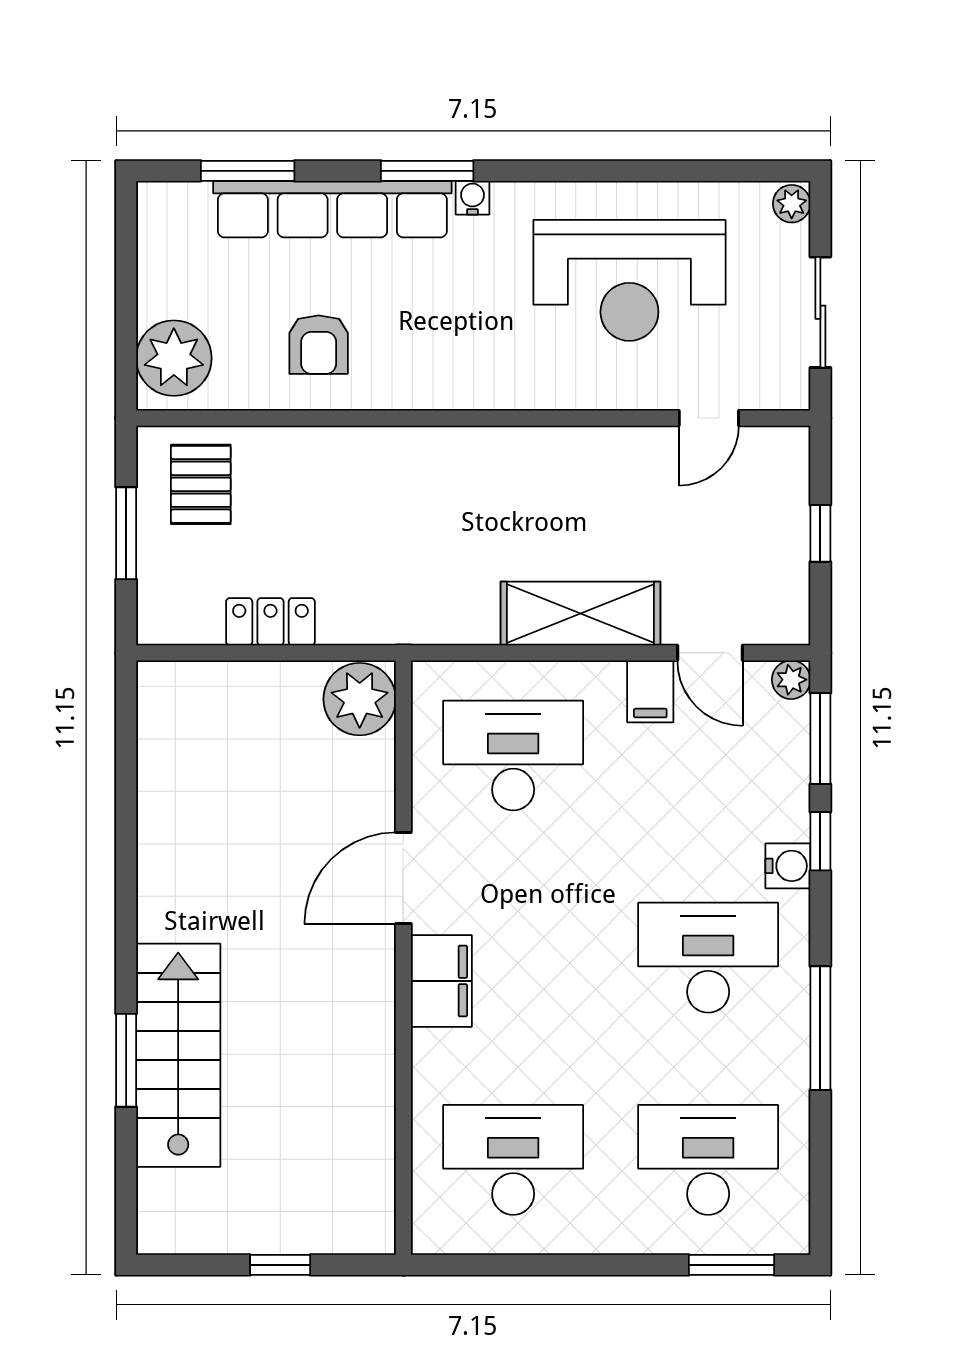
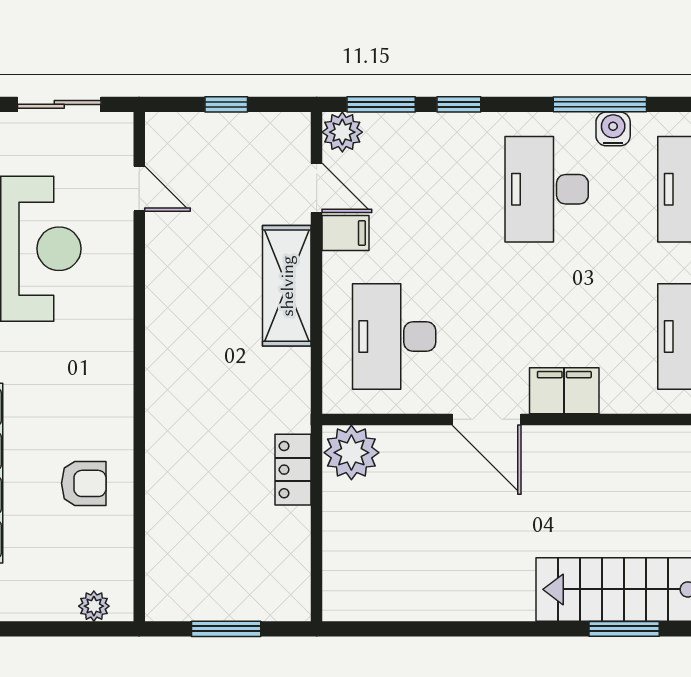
plant: (174, 358) -> (94, 606), width x0.53, depth x0.53
pallet: (201, 484) -> (189, 572), removed
locker: (270, 622) -> (293, 470), moved
door: (710, 653) -> (317, 188), hinge flipped
plant: (791, 680) -> (342, 132), width x1.38, depth x1.38
water cooler: (788, 866) -> (613, 129), moved

